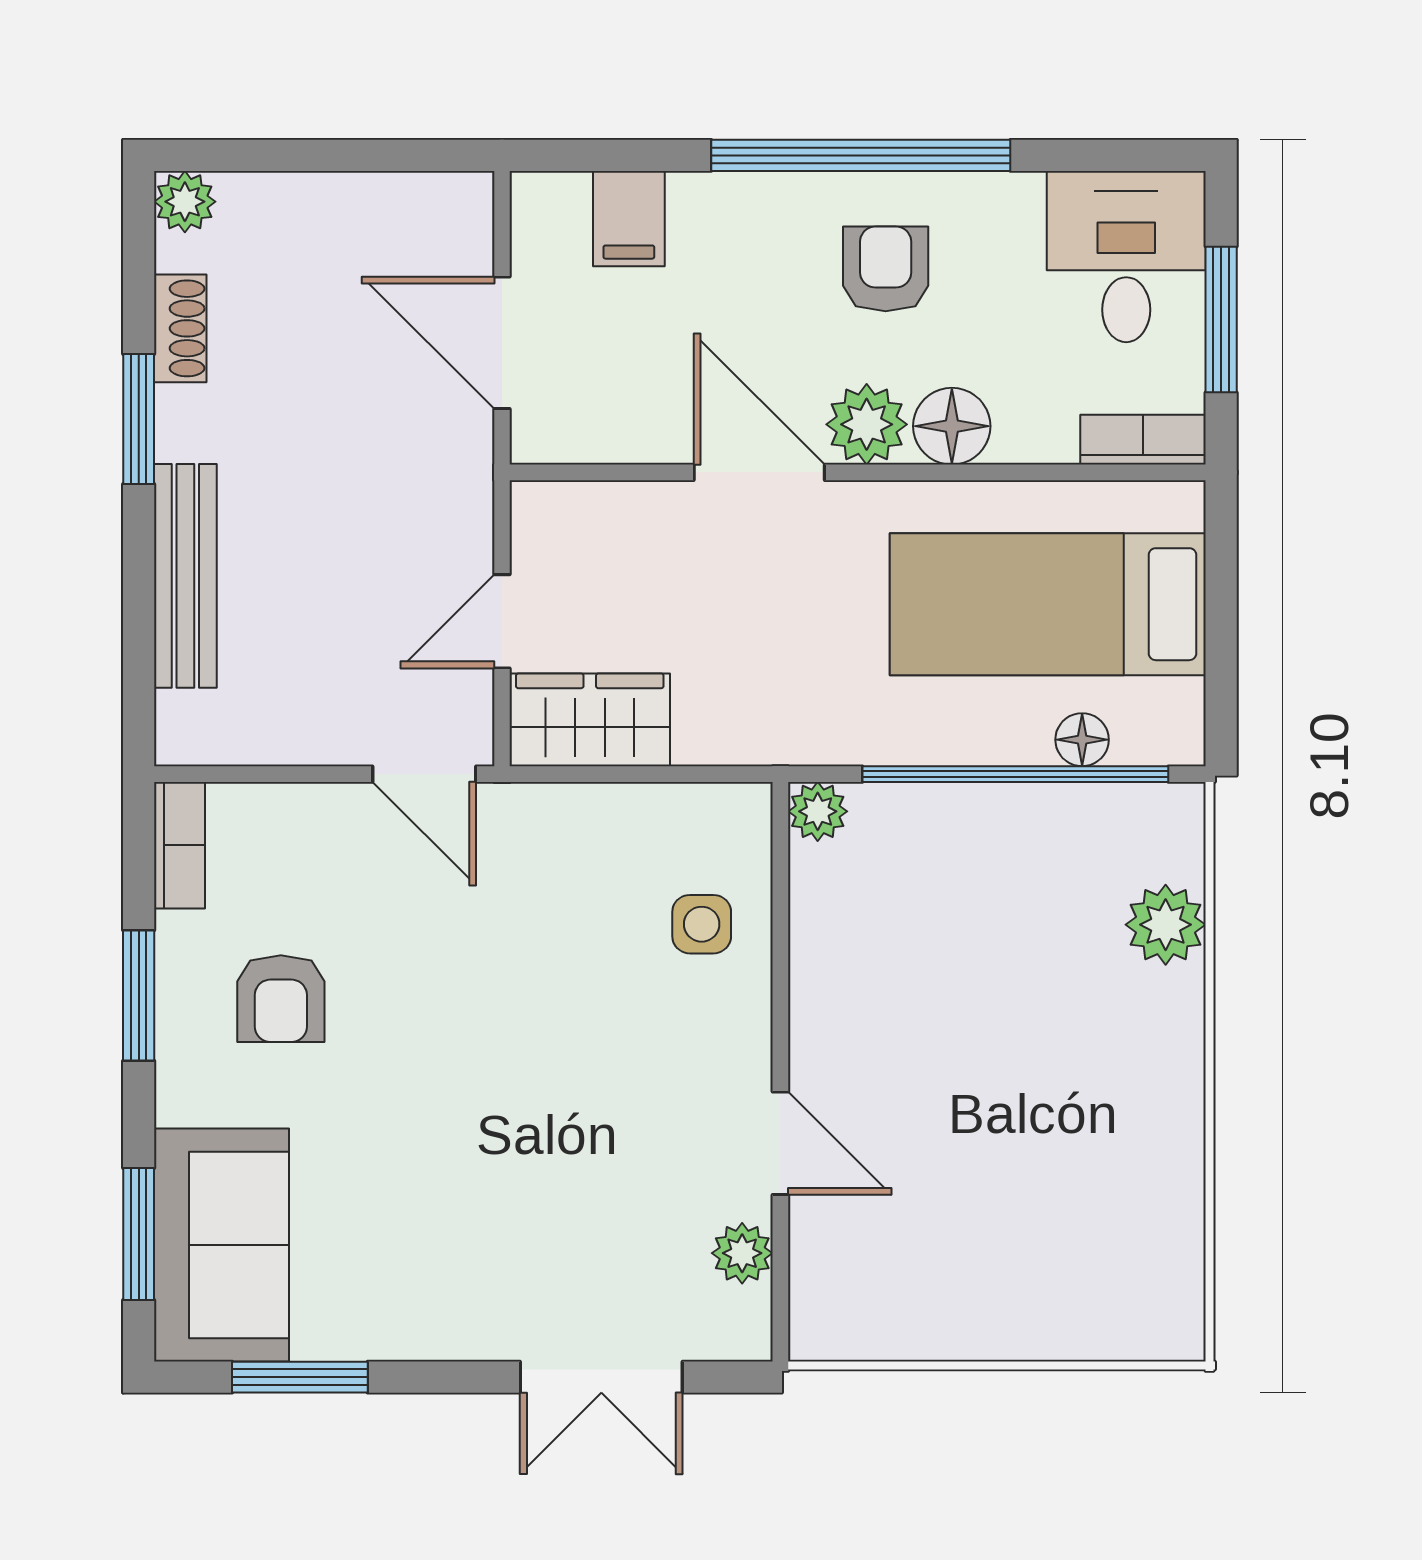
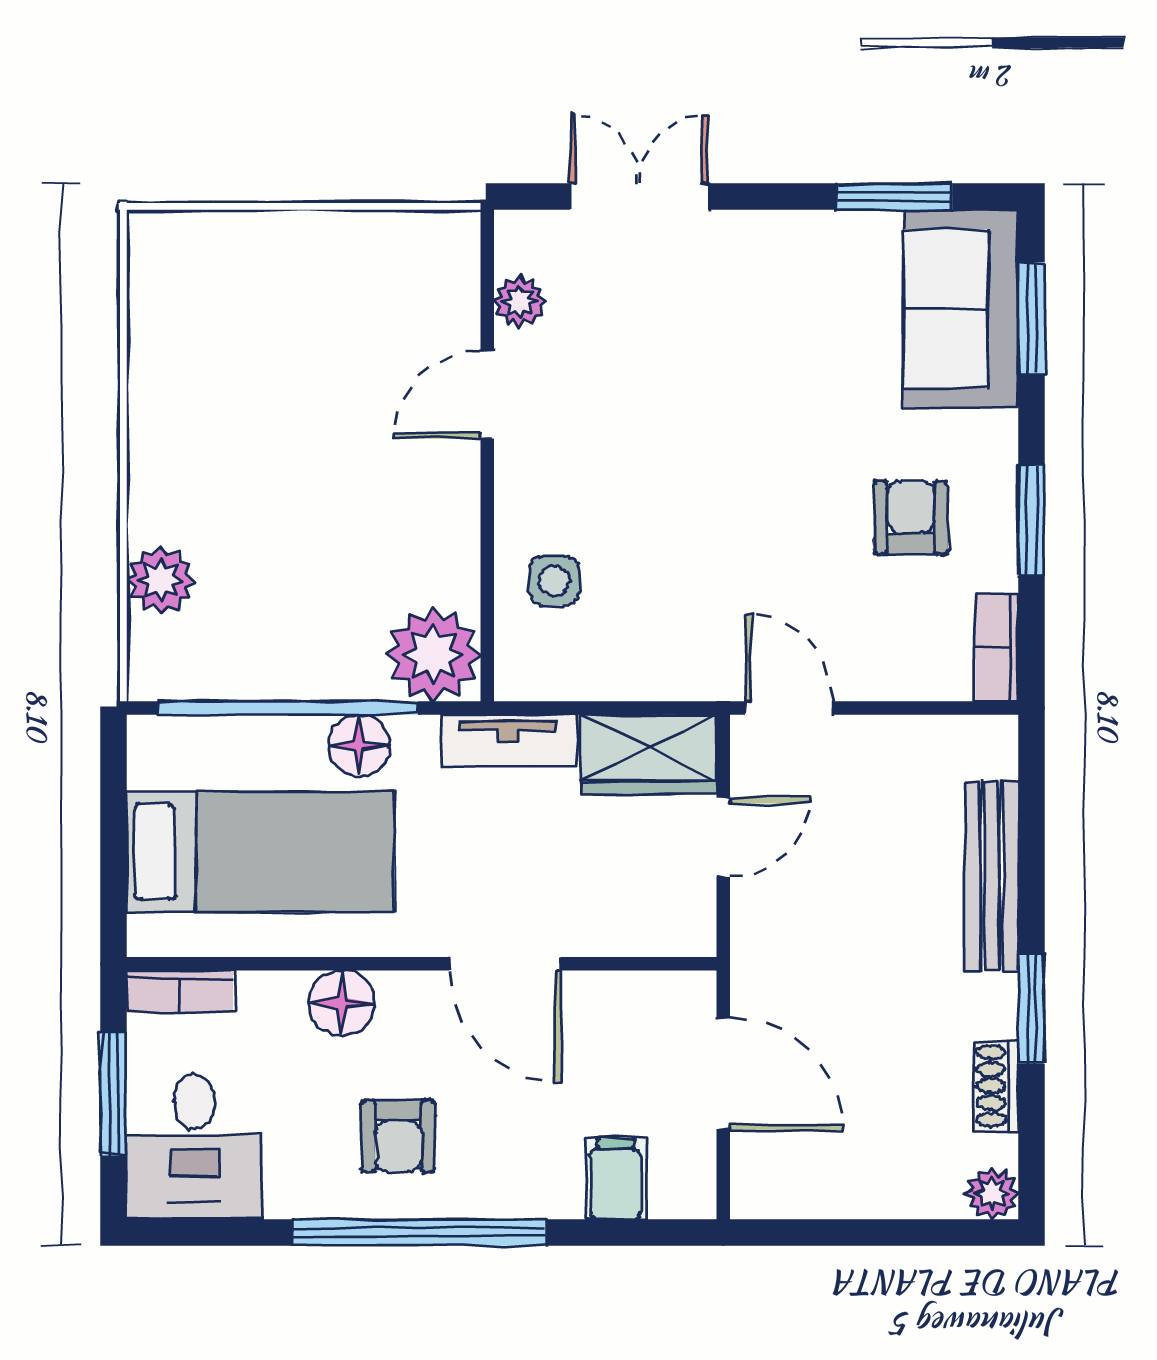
plant: (867, 424) -> (414, 1005), removed
tv unit: (755, 736) -> (508, 740), added
floor lamp: (1082, 740) -> (359, 746), moved, width x1.37, depth x1.37
plant: (818, 811) -> (434, 654), width x1.88, depth x1.88
door: (780, 1143) -> (487, 395), hinge flipped

